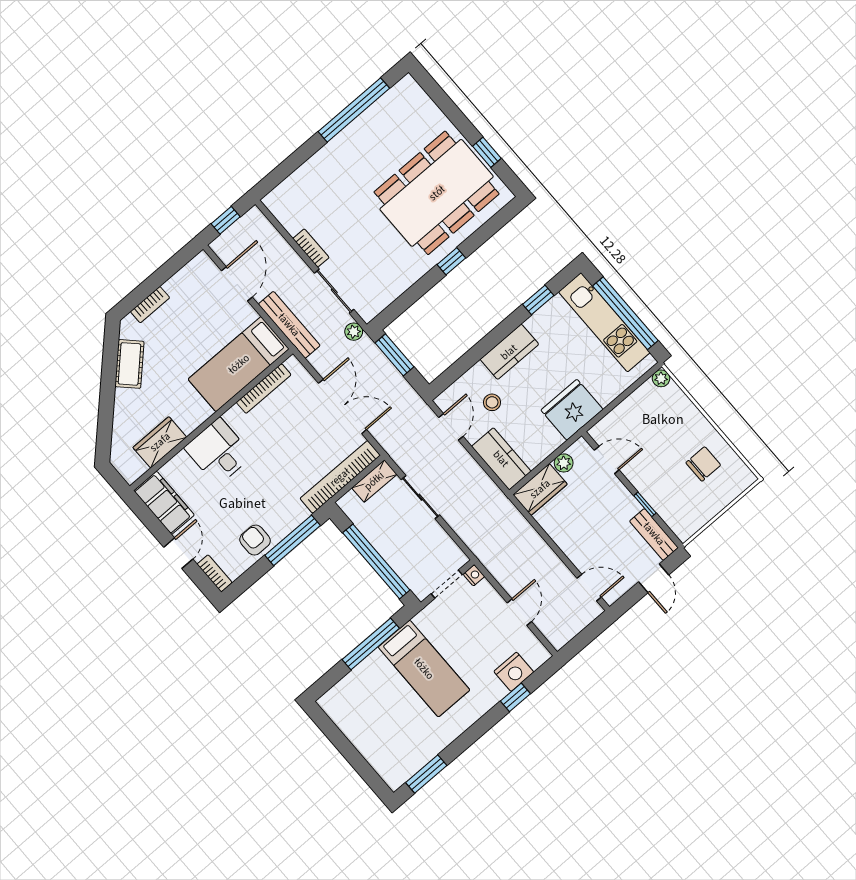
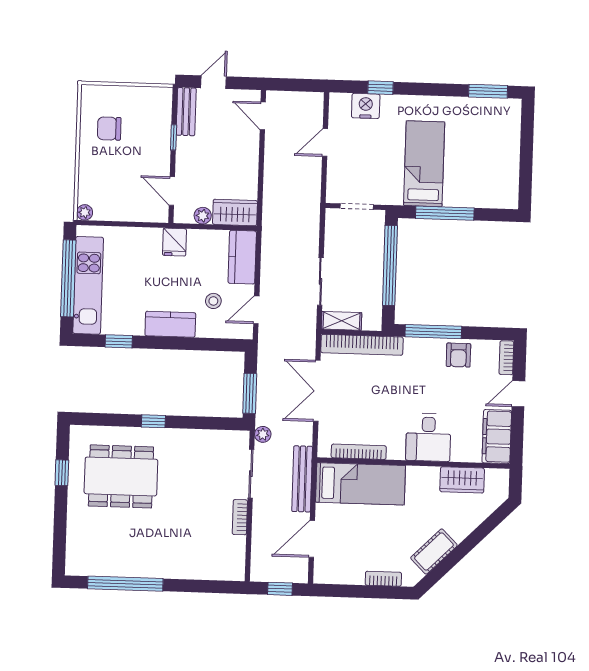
dining table: (437, 193) -> (121, 476), width x0.73, depth x0.80
fridge: (572, 410) -> (175, 242), width x0.53, depth x0.75
nightstand: (474, 575) -> (333, 195), removed

